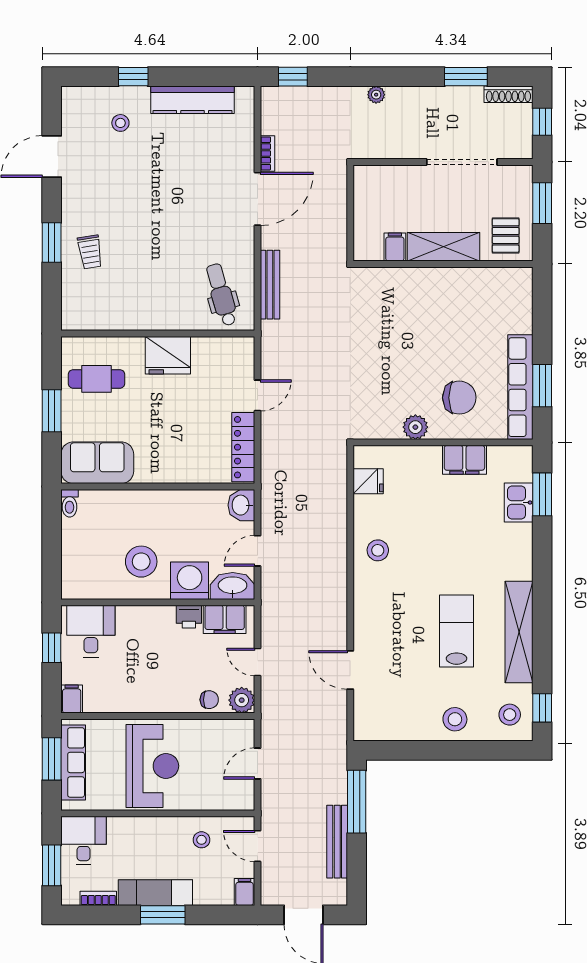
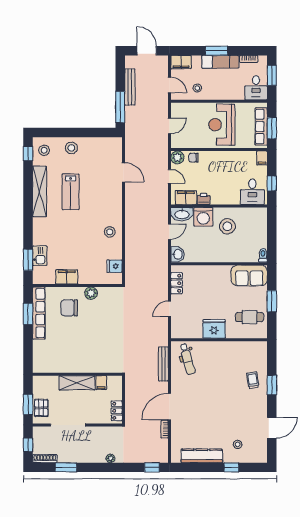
locker: (364, 190) -> (117, 411), added
pallet: (506, 235) -> (41, 408), moved
locker: (243, 447) -> (177, 283), width x0.66
filing cabinet: (245, 892) -> (181, 62), width x2.00

